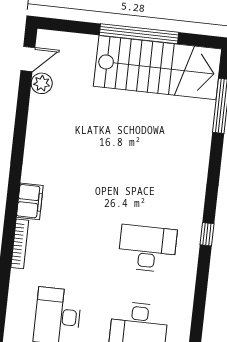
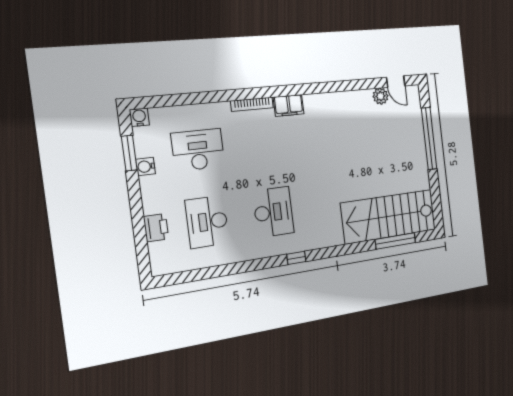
window: (139, 34) -> (429, 138), moved
stairs: (157, 68) -> (389, 216), moved, turned 90

